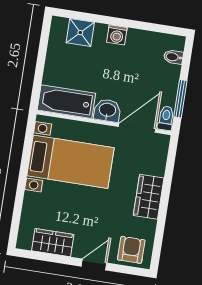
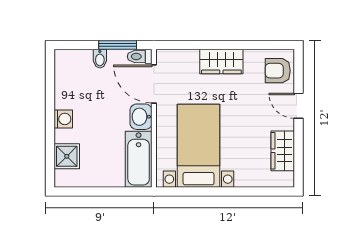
bidet: (173, 57) -> (100, 59), moved

